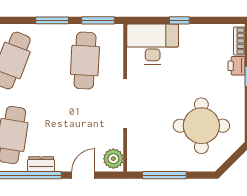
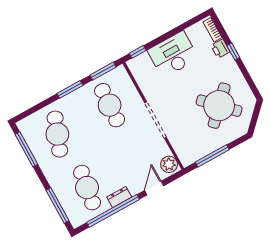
window: (179, 20) -> (138, 52), moved
desk: (153, 44) -> (173, 54), moved
round table: (201, 126) -> (219, 106), turned 45

